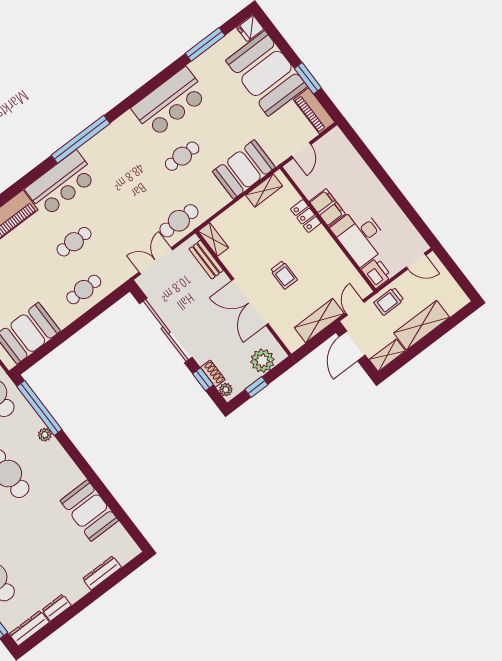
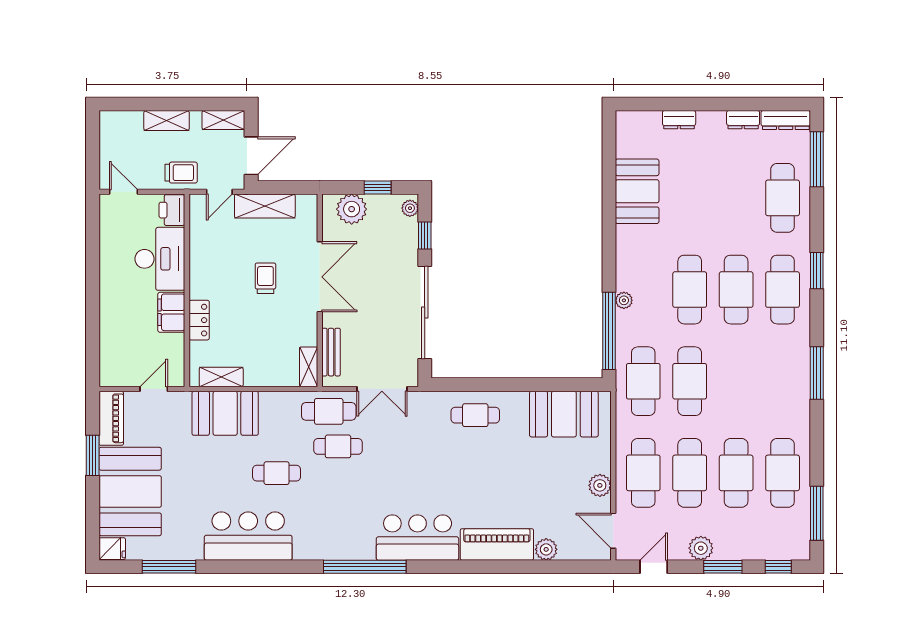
cafe table: (74, 242) -> (338, 446), moved
shelving: (422, 325) -> (167, 121), width x0.67, depth x0.75
shoe rack: (213, 374) -> (411, 234), removed
dresser: (102, 573) -> (679, 120), width x0.70

